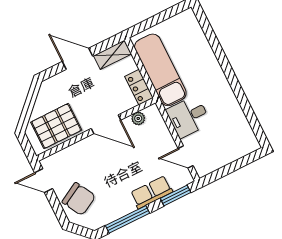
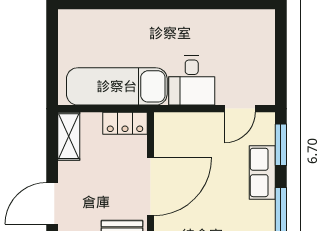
door: (77, 59) -> (52, 203), moved
plant: (138, 118) -> (163, 144), removed
door: (106, 124) -> (151, 187), width x1.36

